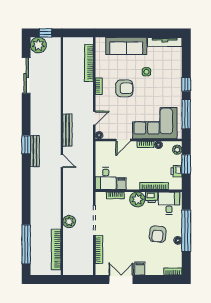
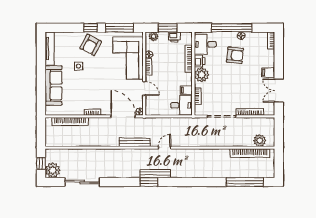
armchair: (124, 88) -> (91, 45), moved, turned -152
door: (94, 118) -> (123, 116), width x1.88
plant: (69, 222) -> (260, 141), moved

